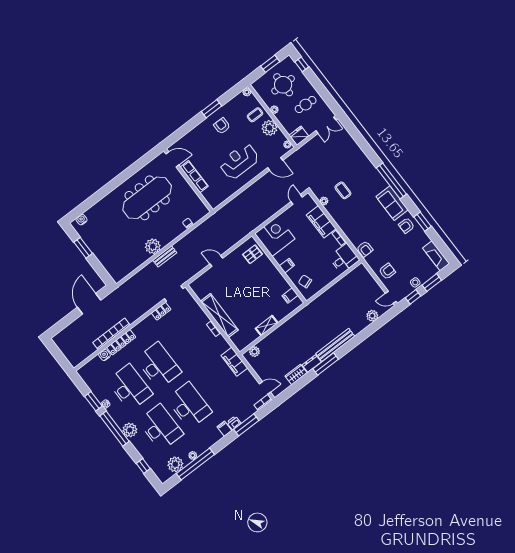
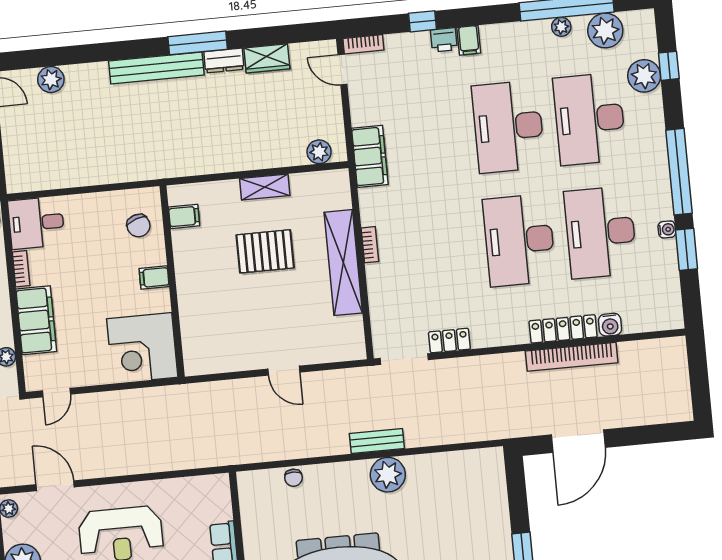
pallet: (252, 254) -> (265, 251), moved, width x1.50, depth x1.42
window: (246, 425) -> (423, 21), width x0.46
plant: (130, 430) -> (644, 76), moved

